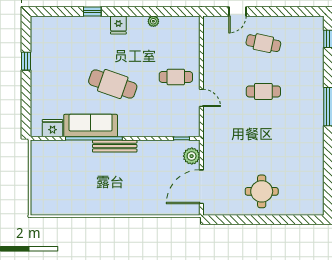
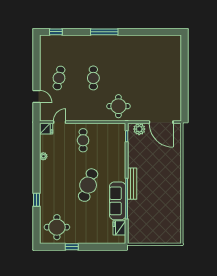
fridge: (118, 25) -> (46, 129), moved
round table: (54, 40) -> (57, 227), added
door: (201, 98) -> (60, 122), moved
round table: (262, 191) -> (118, 106), moved

